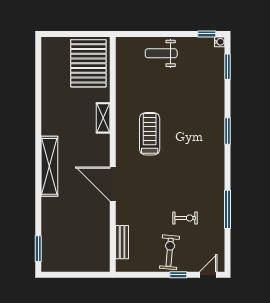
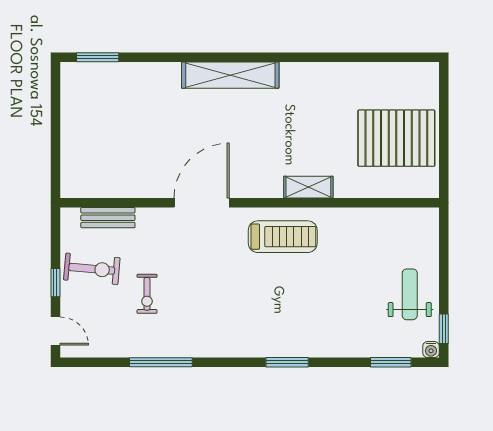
weight bench: (161, 53) -> (410, 294), moved
shelving: (103, 118) -> (308, 187), moved
wall: (113, 154) -> (250, 203), moved
door: (113, 184) -> (202, 203), moved
bench: (122, 242) -> (108, 218), moved

